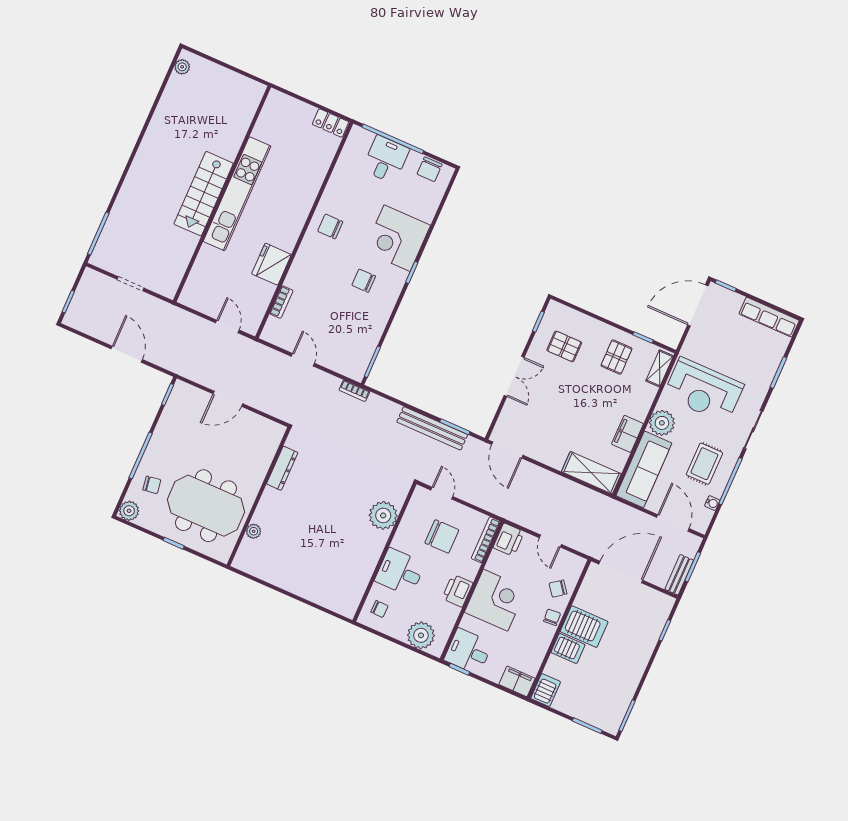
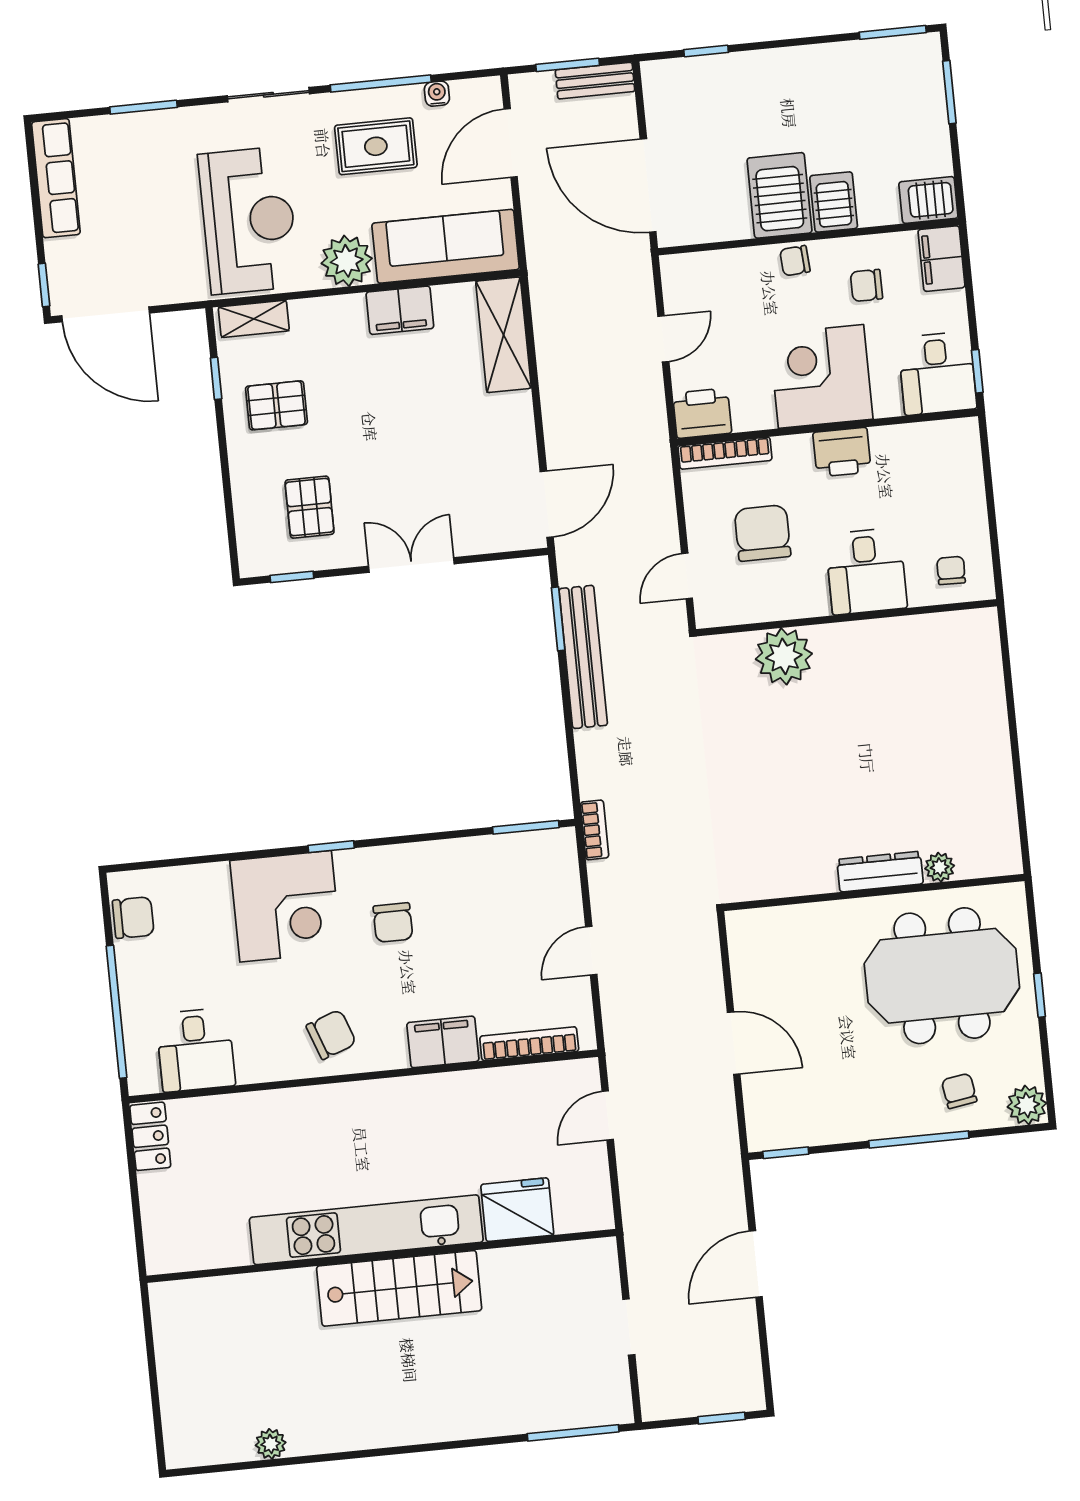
plant: (182, 67) -> (271, 1444), moved
desk: (386, 159) -> (196, 1050), moved, turned -90
chair: (330, 226) -> (331, 1034), turned -110
fridge: (271, 264) -> (517, 1210), moved, turned 180
filing cabinet: (300, 273) -> (443, 1042), added
bookcase: (281, 302) -> (529, 1044), width x1.56
dresser: (282, 468) -> (880, 872), moved
meeting table: (206, 506) -> (942, 976), turned 90
chair: (558, 589) -> (866, 285), moved, turned 127
plant: (421, 635) -> (956, 472), removed

